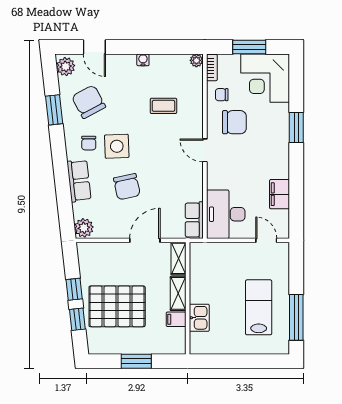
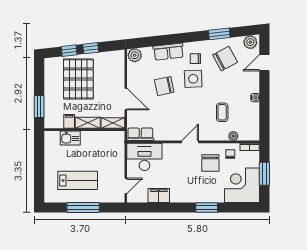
plant: (196, 60) -> (233, 136), moved
window: (296, 317) -> (83, 208), moved
window: (136, 361) -> (39, 107), moved

